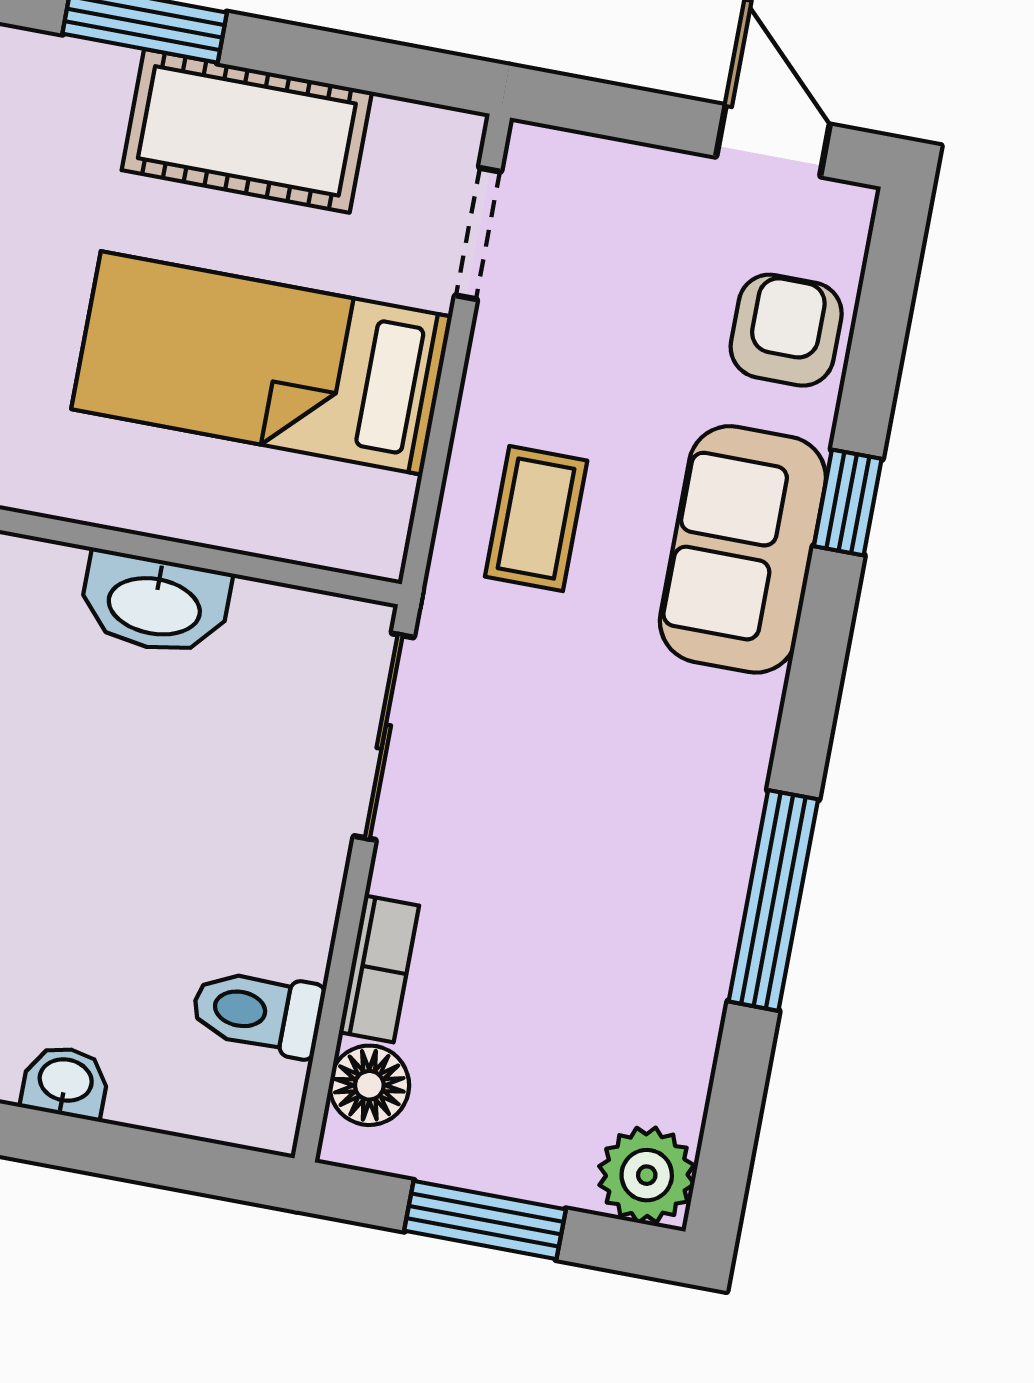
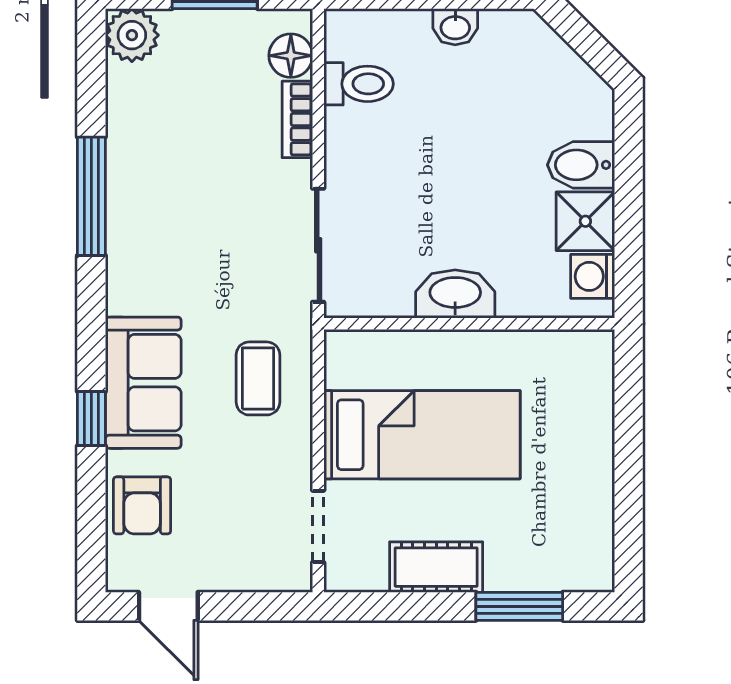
cot: (247, 131) -> (436, 567), width x0.73, depth x0.75

